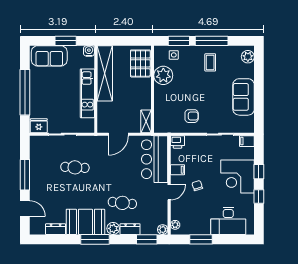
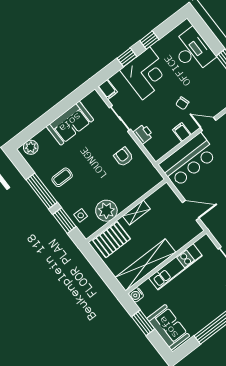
shelving: (146, 121) -> (136, 212), moved
printer: (178, 142) -> (143, 134), moved

